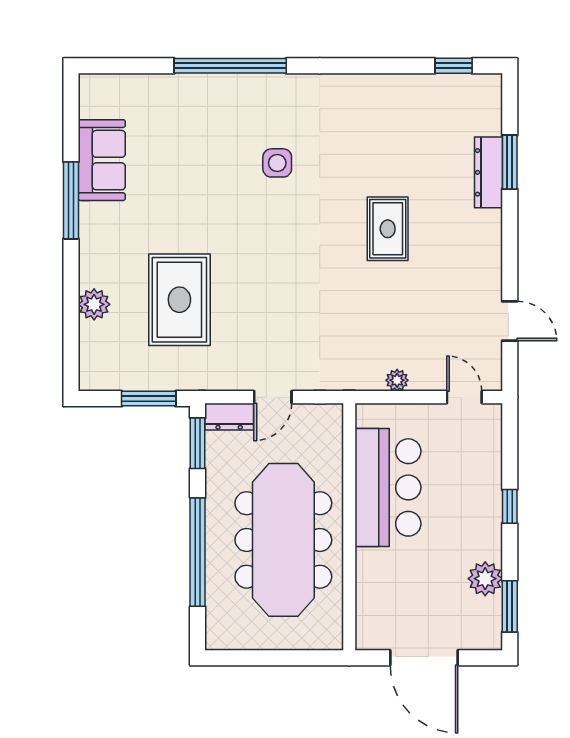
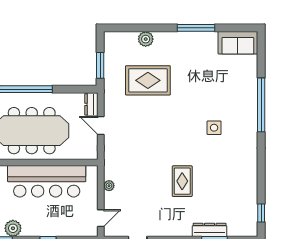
sofa: (102, 160) -> (238, 43), moved
rug: (388, 229) -> (182, 181), turned 90
window: (198, 443) -> (79, 89), removed
bar counter: (388, 487) -> (47, 181), width x1.36

